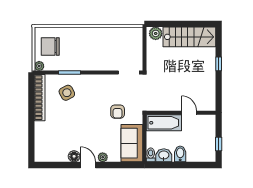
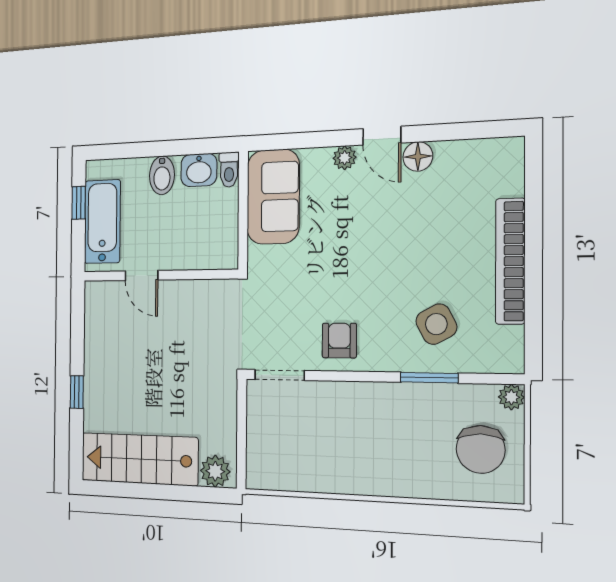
chair: (50, 46) -> (481, 449), turned 90
bookcase: (40, 98) -> (510, 261), moved
armchair: (118, 112) -> (339, 341), moved
bathtub: (164, 123) -> (102, 222), moved, turned 90

